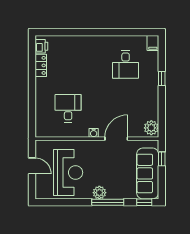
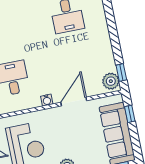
window: (162, 78) -> (121, 73), moved

